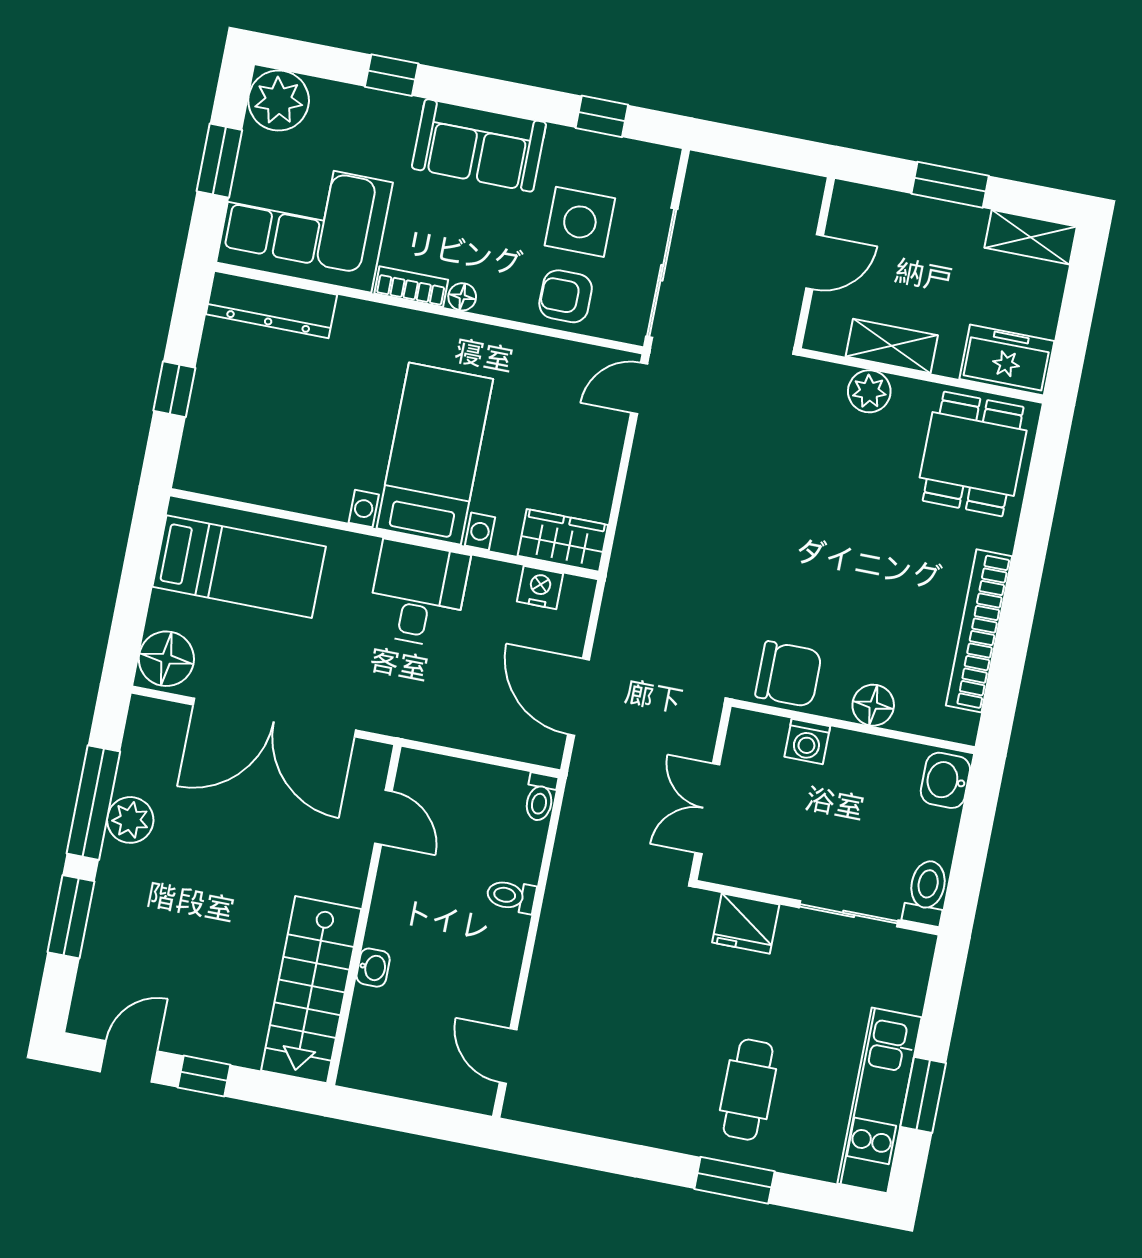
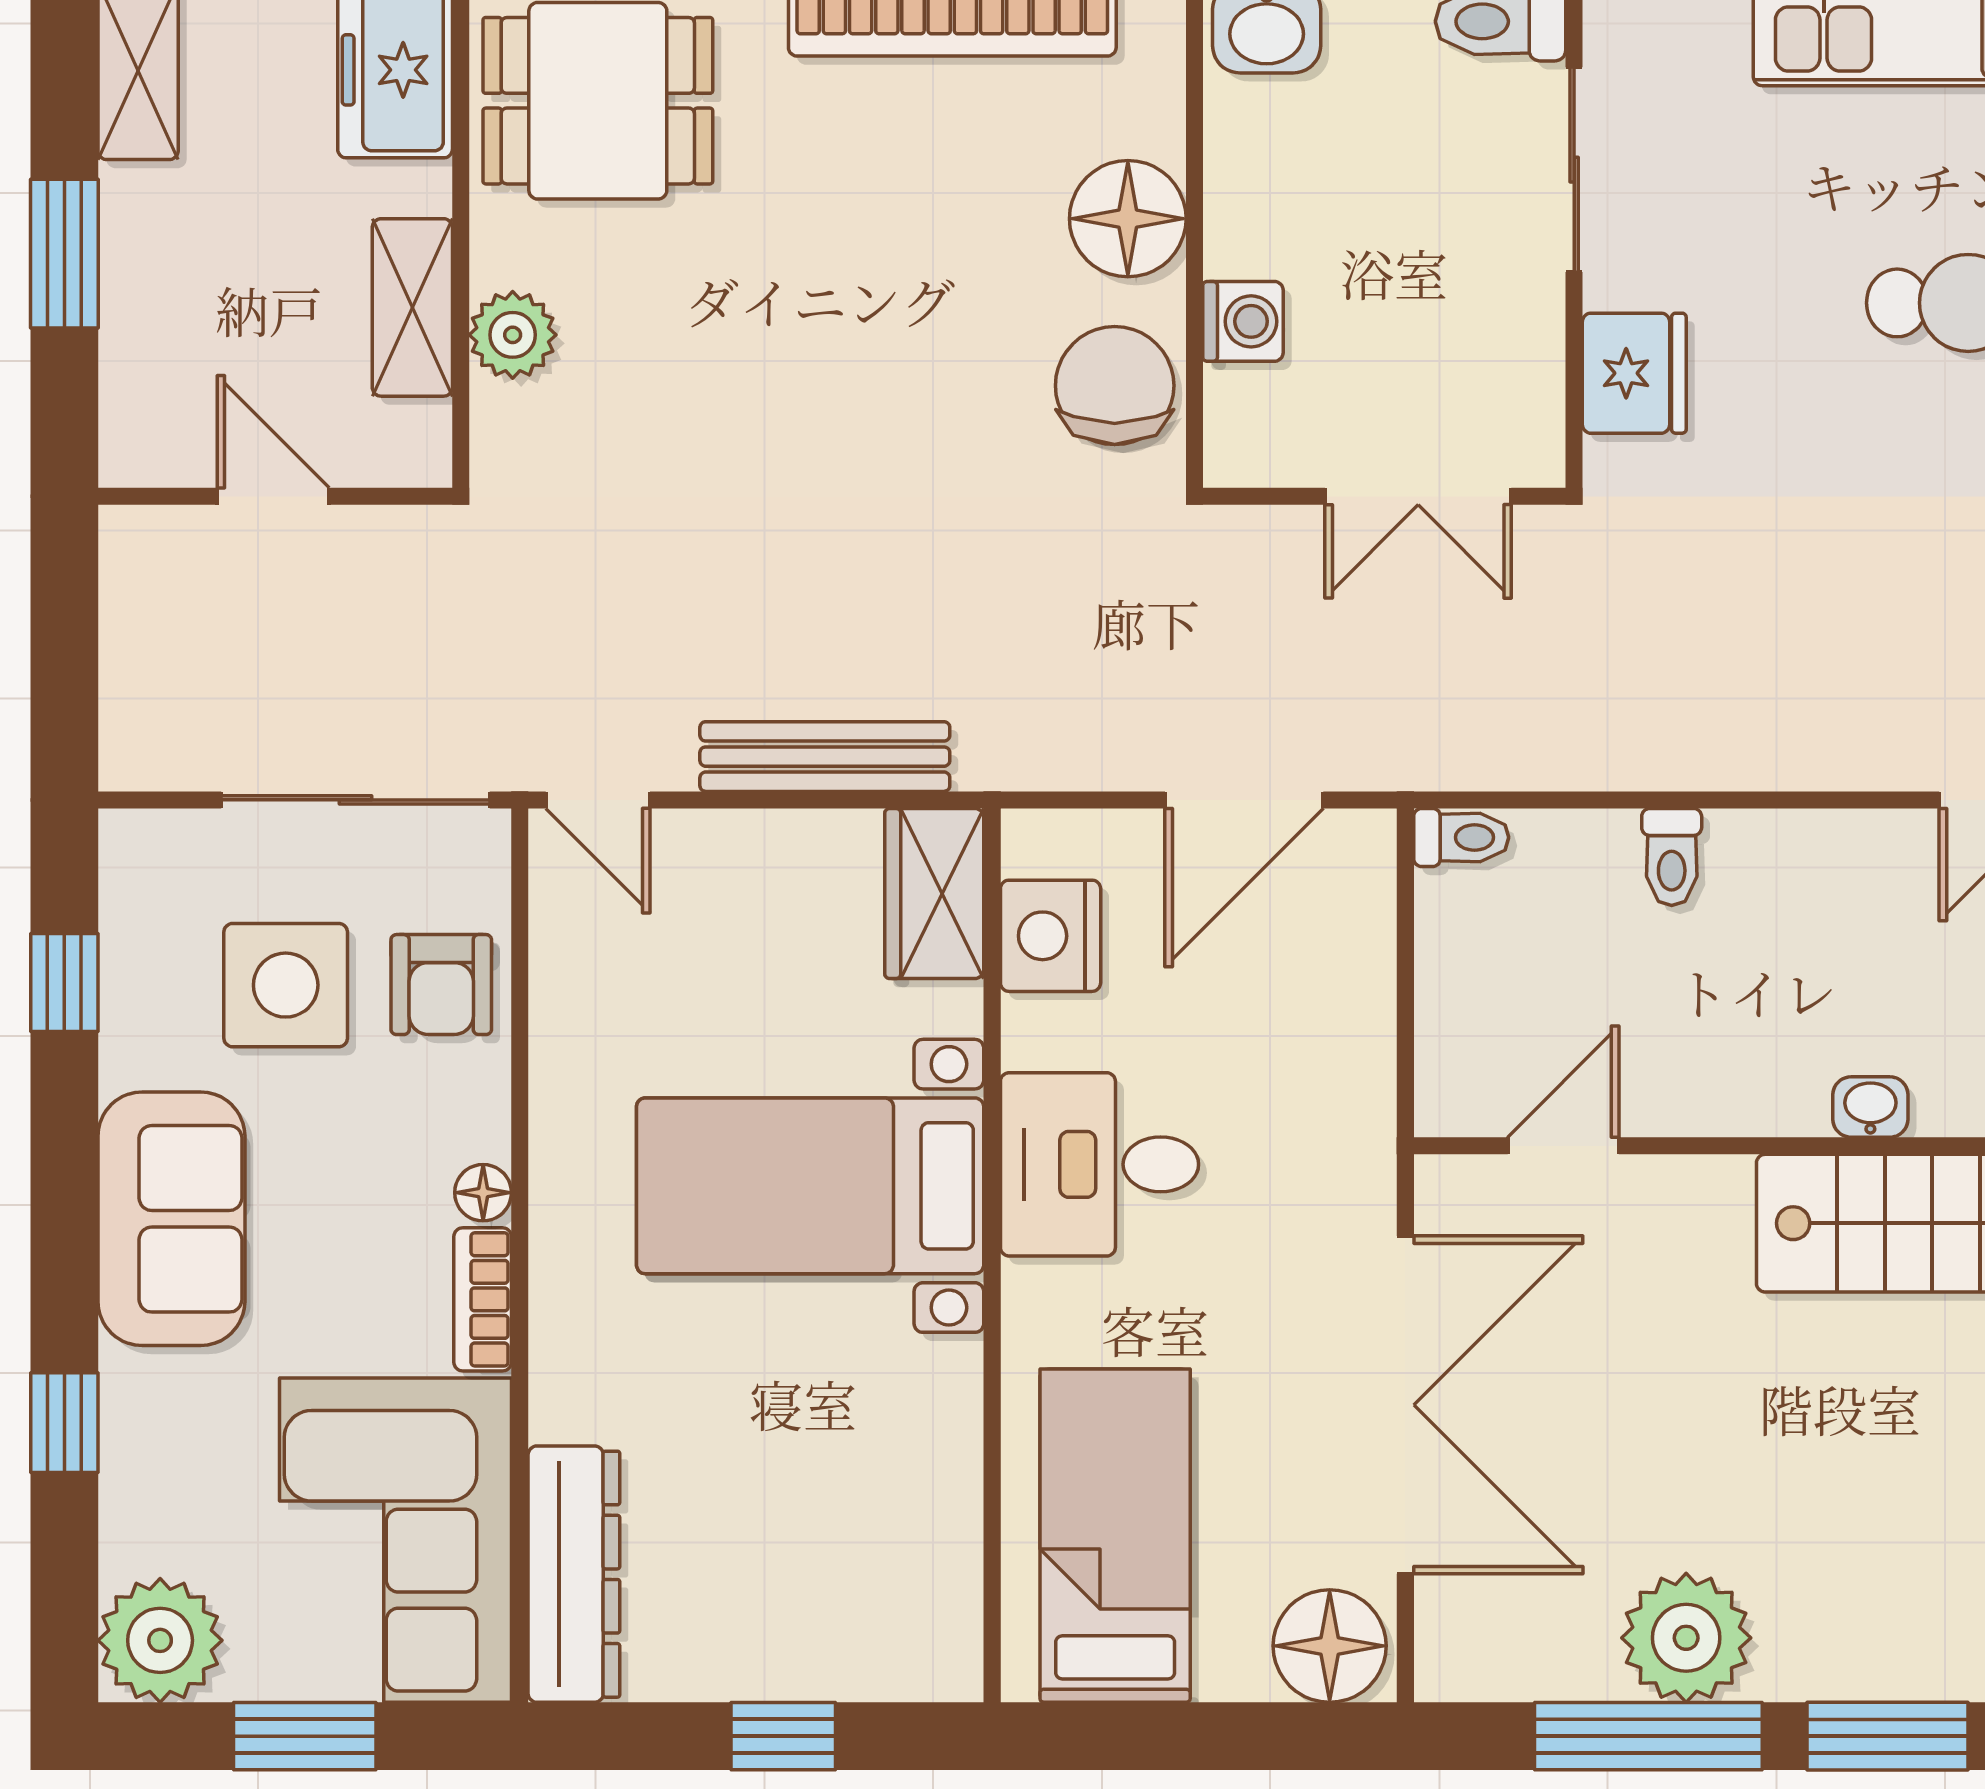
bench: (639, 501) -> (825, 757), added
nightstand: (540, 587) -> (1051, 936), width x1.36, depth x1.33
floor lamp: (873, 705) -> (1128, 219), width x1.38, depth x1.38
plant: (130, 820) -> (1686, 1638), width x1.36, depth x1.36

